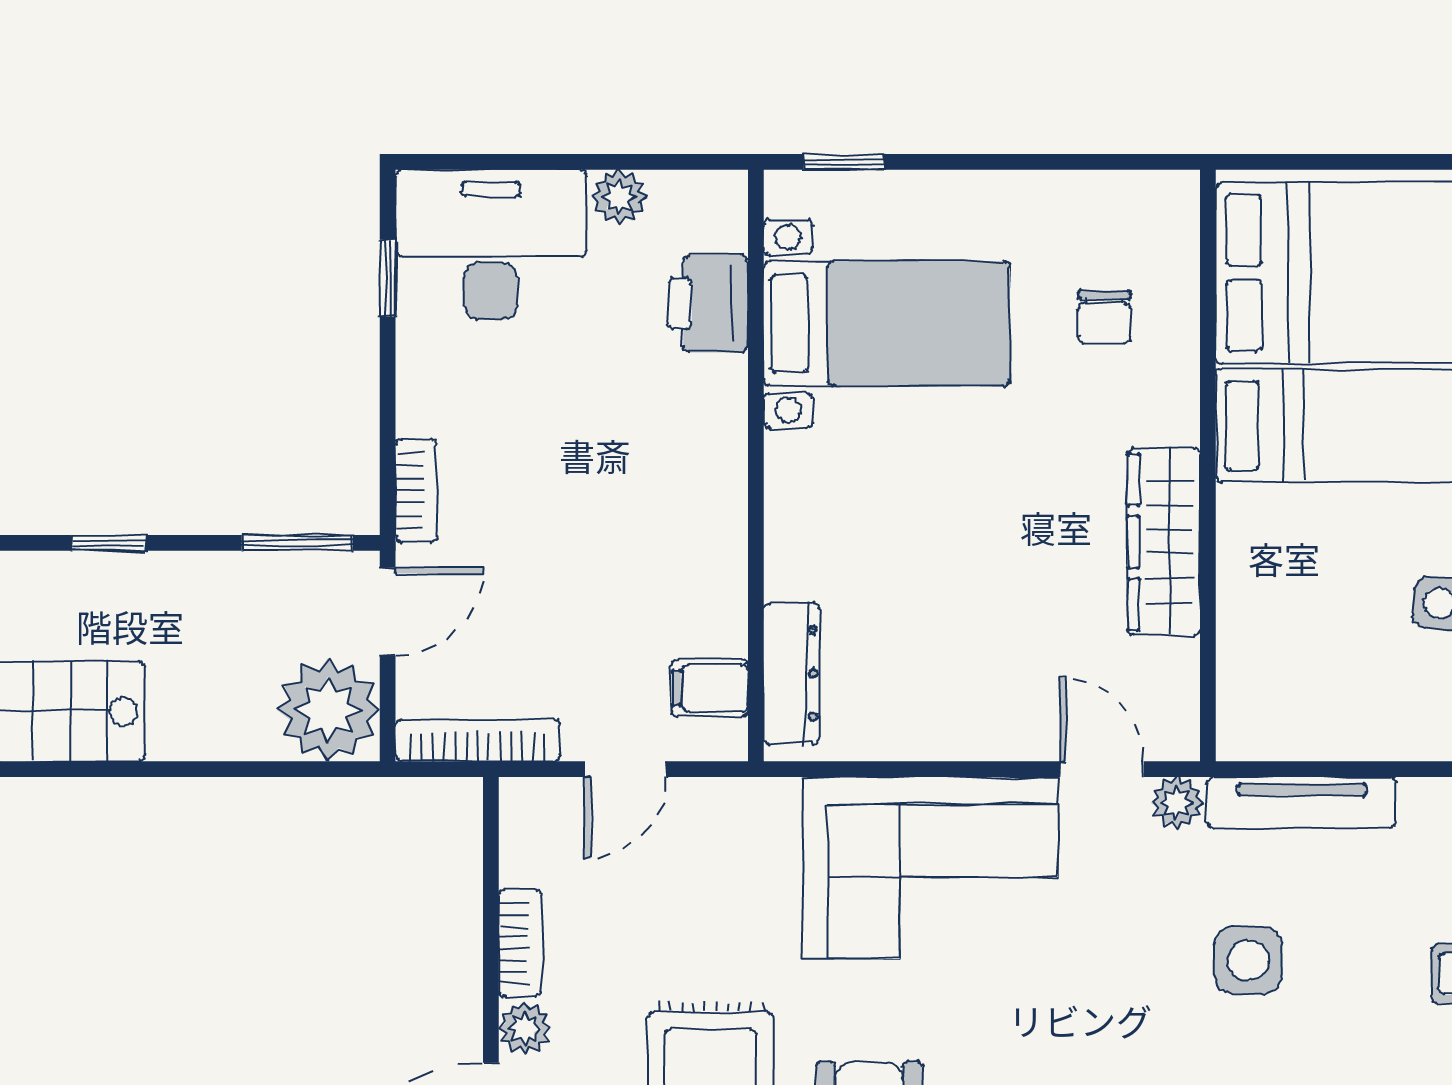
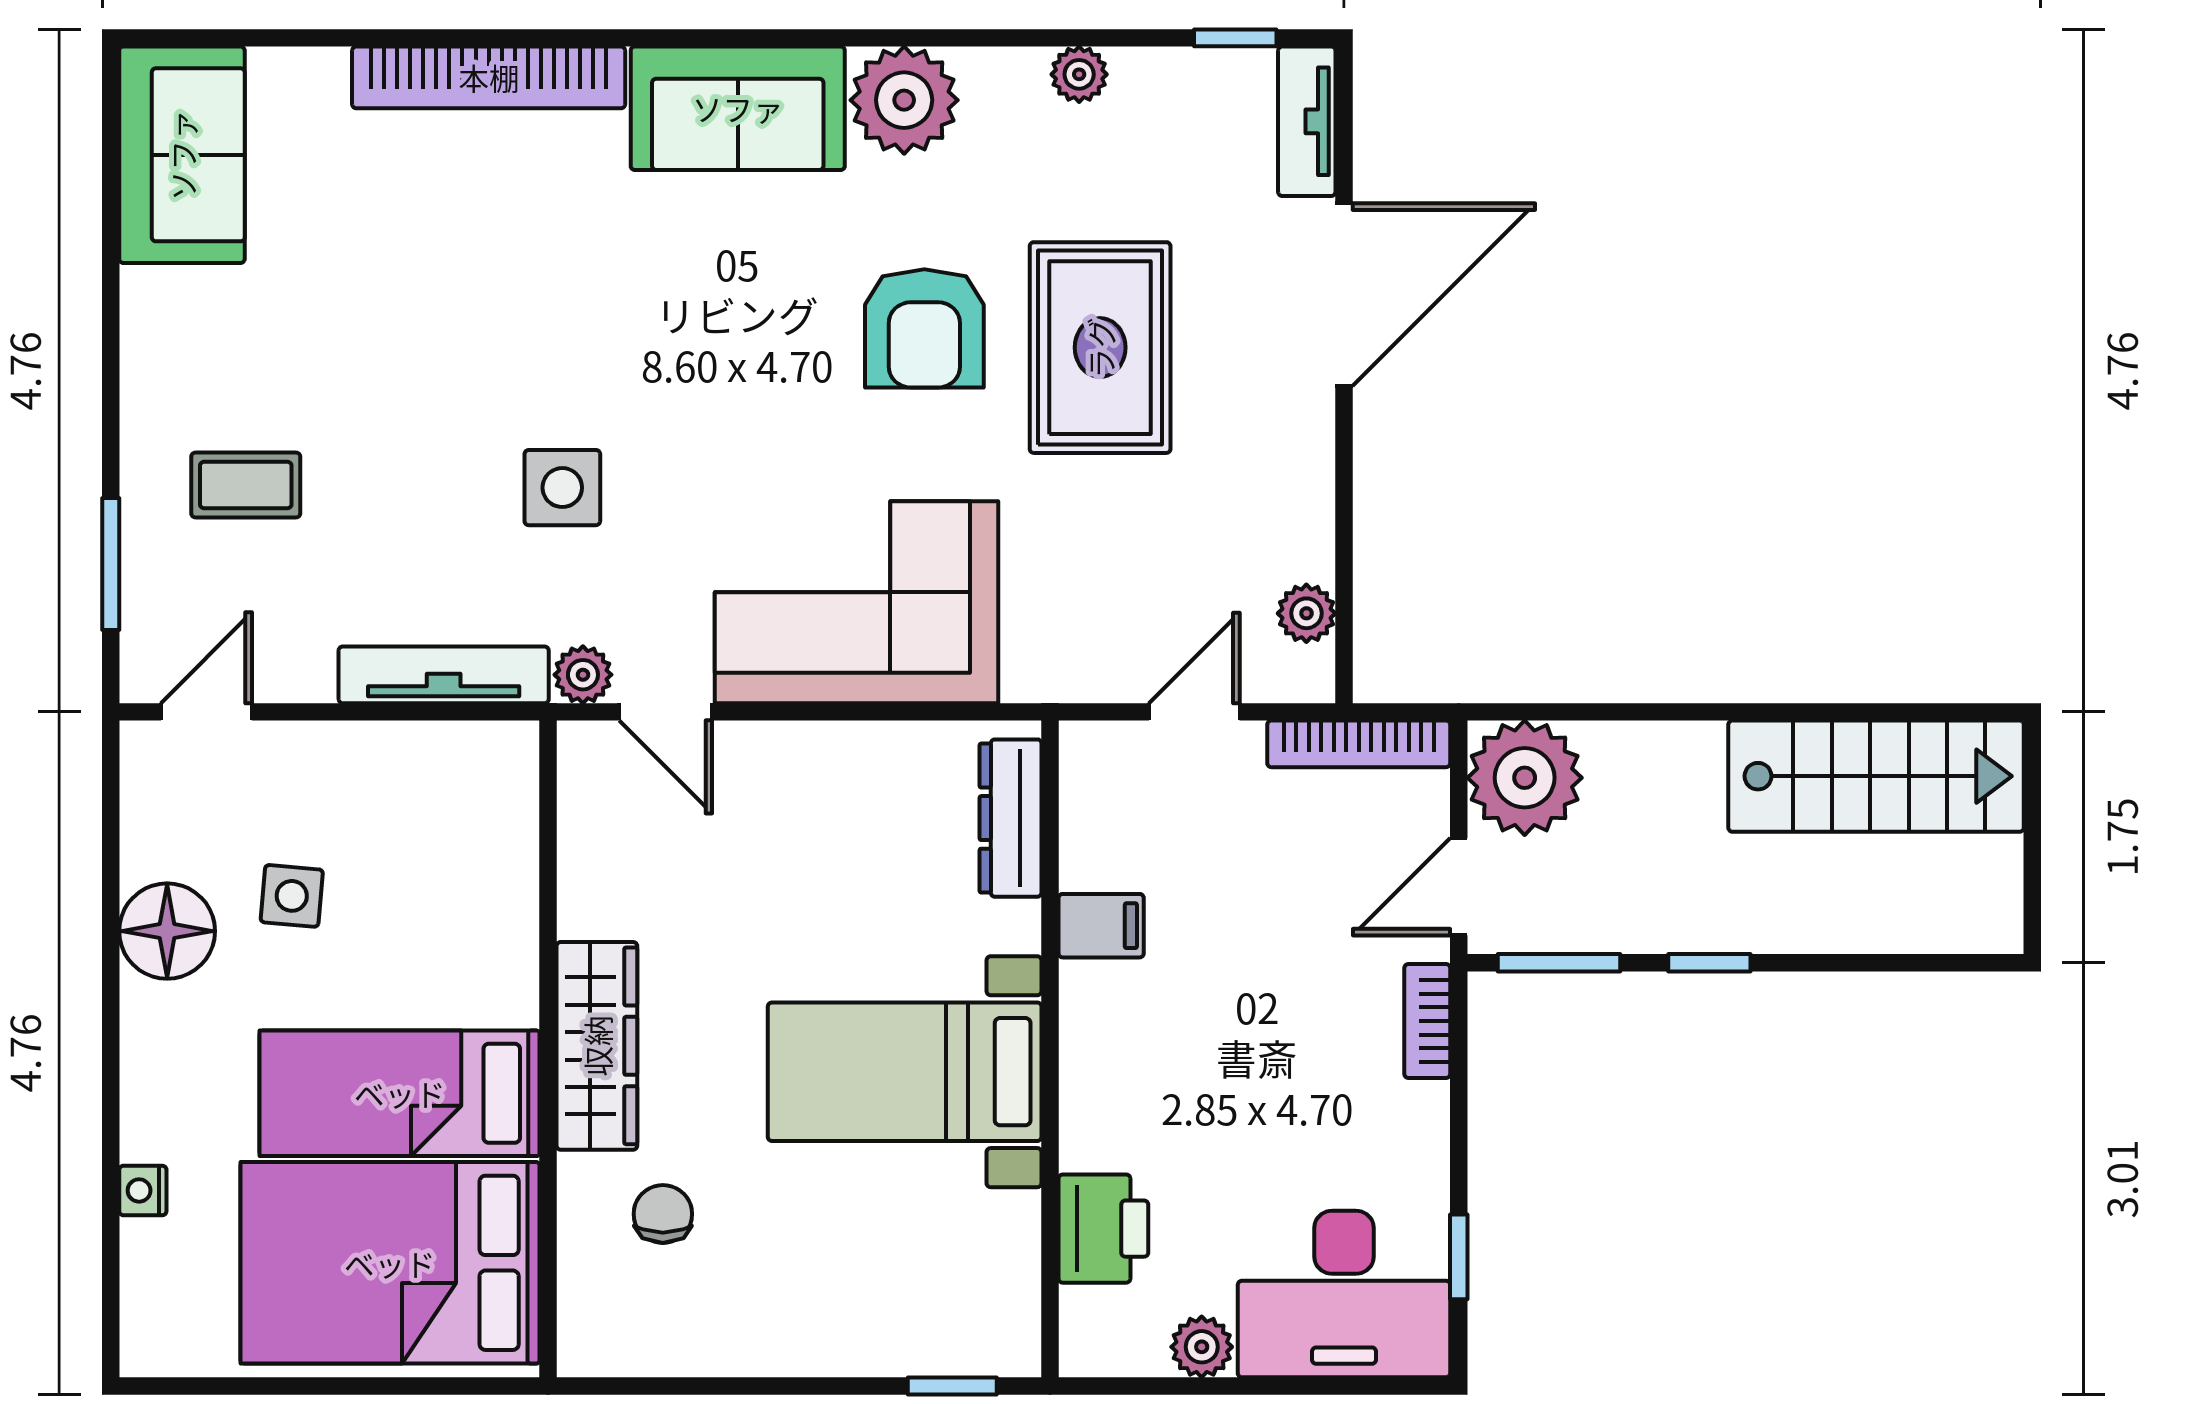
bed with nightstands: (887, 324) -> (905, 1072), moved
wardrobe: (1164, 542) -> (597, 1046), moved
window: (109, 543) -> (1709, 963), moved
filing cabinet: (710, 688) -> (1101, 926), moved
bookcase: (520, 943) -> (1311, 519), removed
side table: (1248, 960) -> (562, 488), moved
plant: (525, 1028) -> (1306, 613), moved

